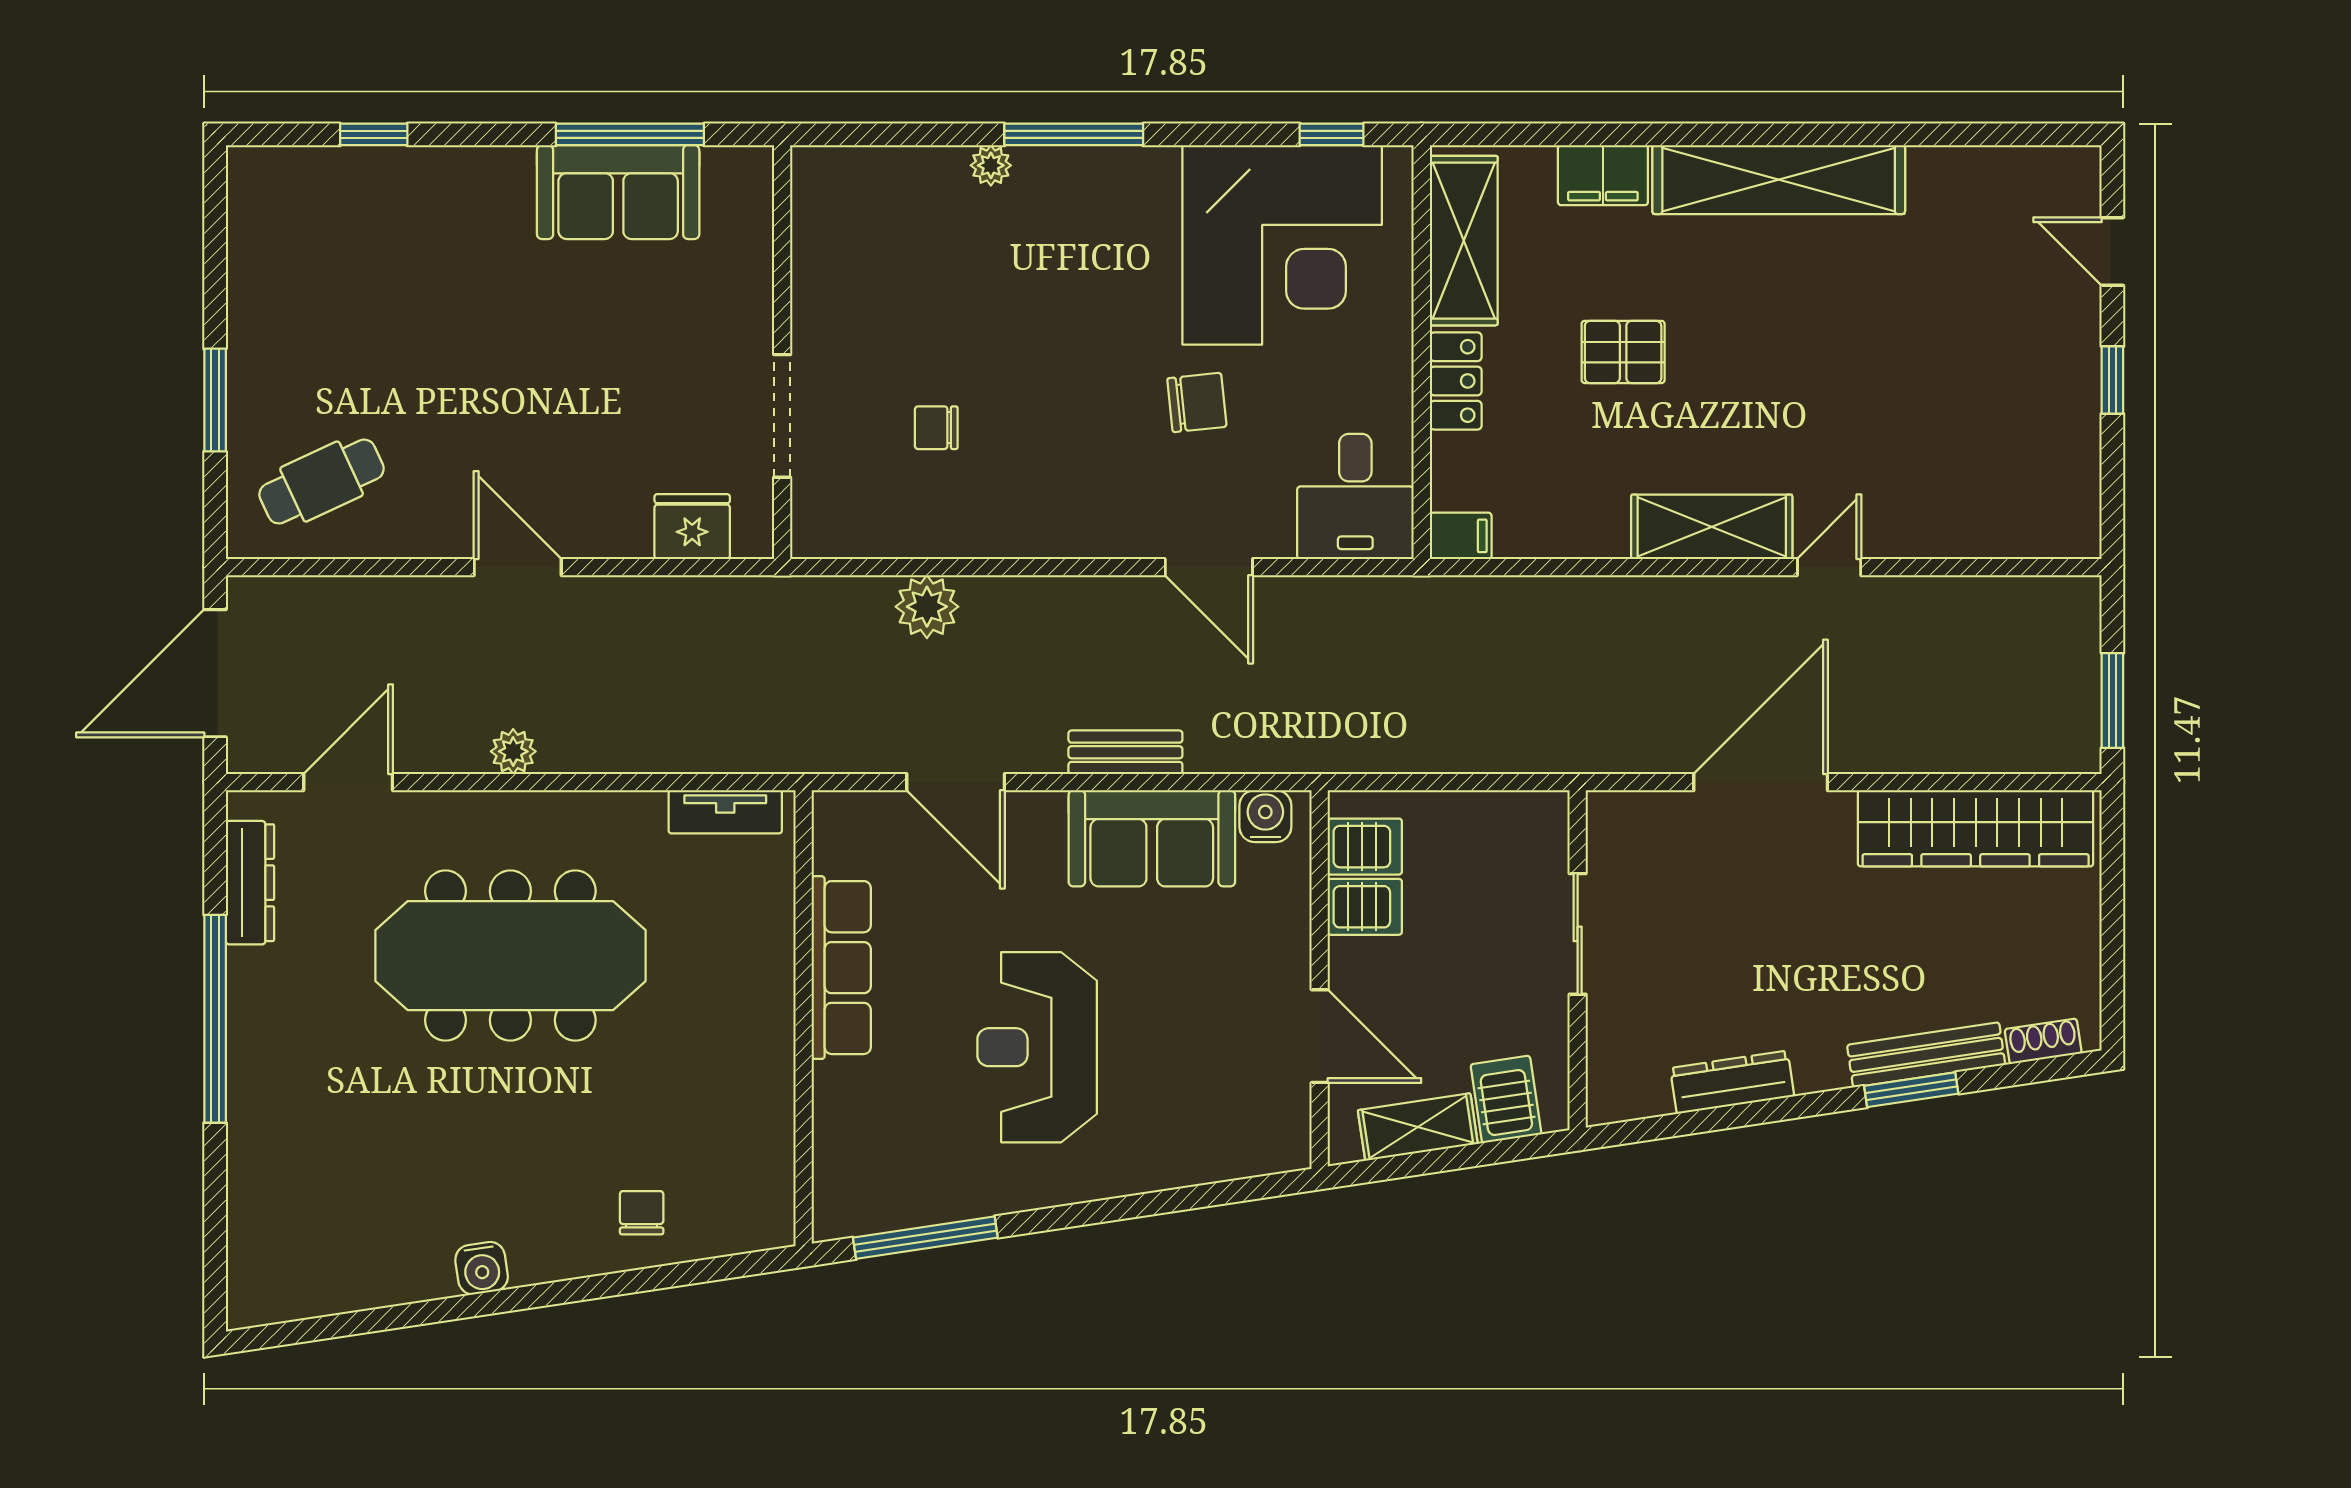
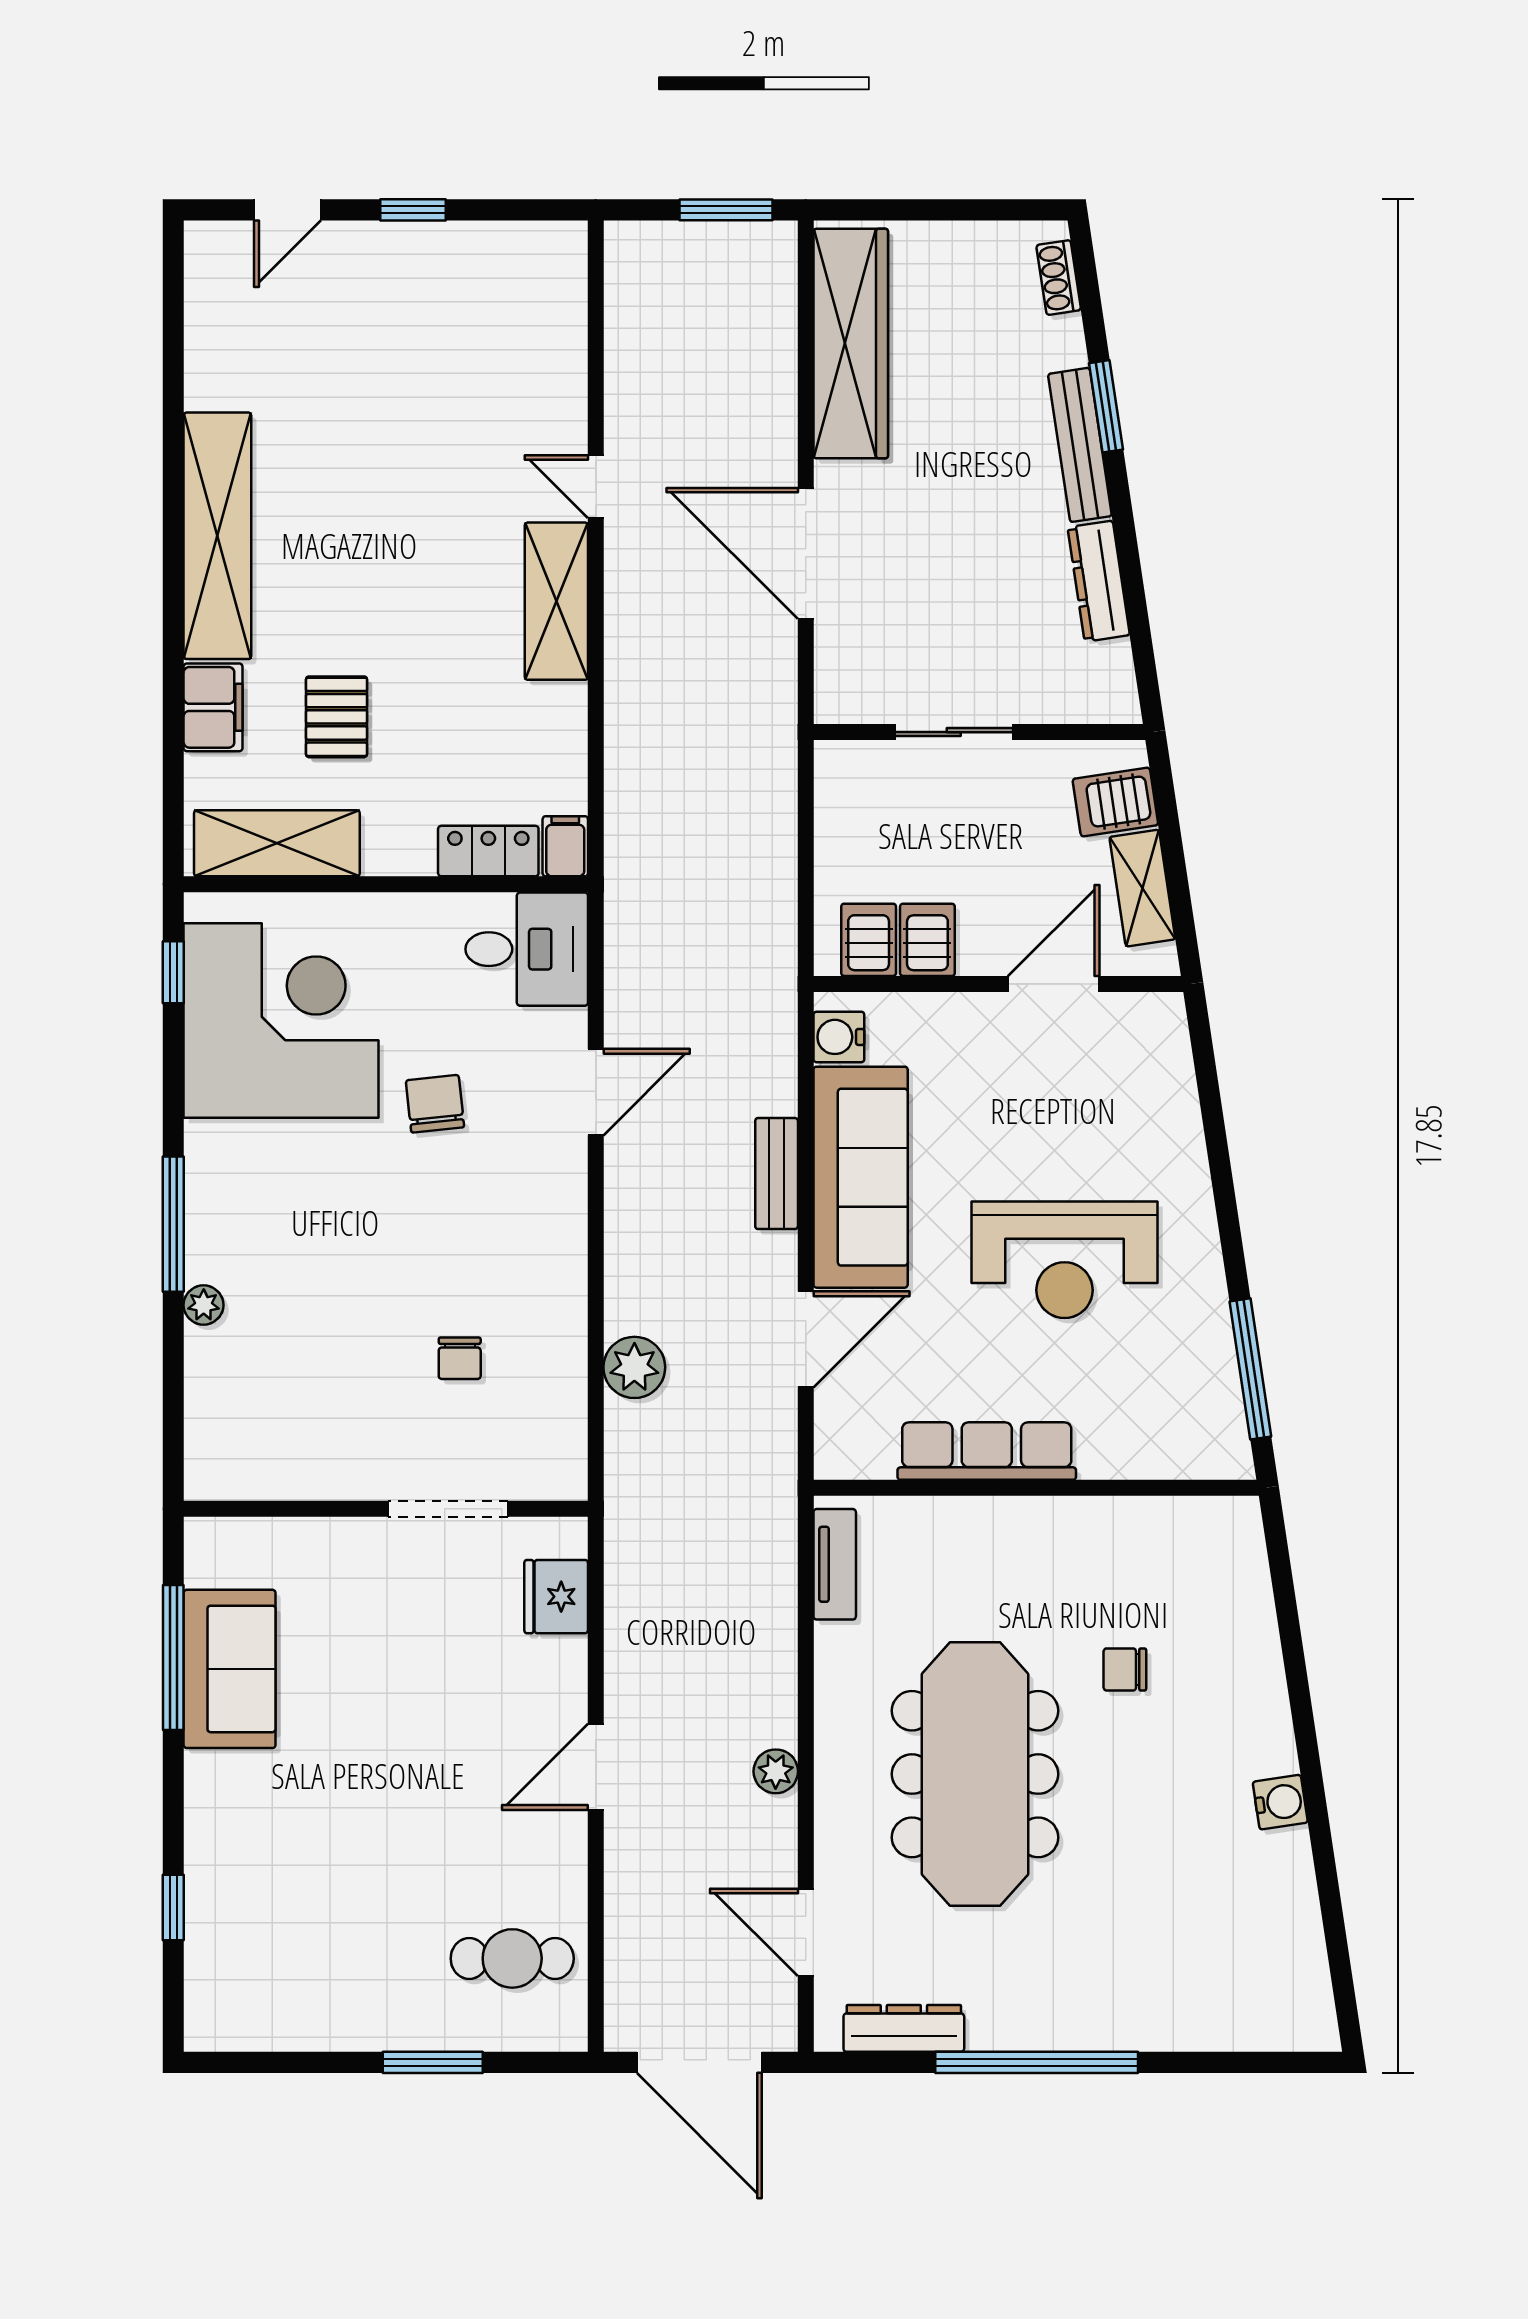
pallet: (1623, 352) -> (337, 717), moved
locker: (1456, 381) -> (488, 851), moved
cafe table: (322, 482) -> (512, 1958), turned -65
sofa: (1152, 838) -> (861, 1177), width x1.36
bench: (1926, 1055) -> (1080, 445), moved
chair: (642, 1213) -> (1125, 1669), moved

